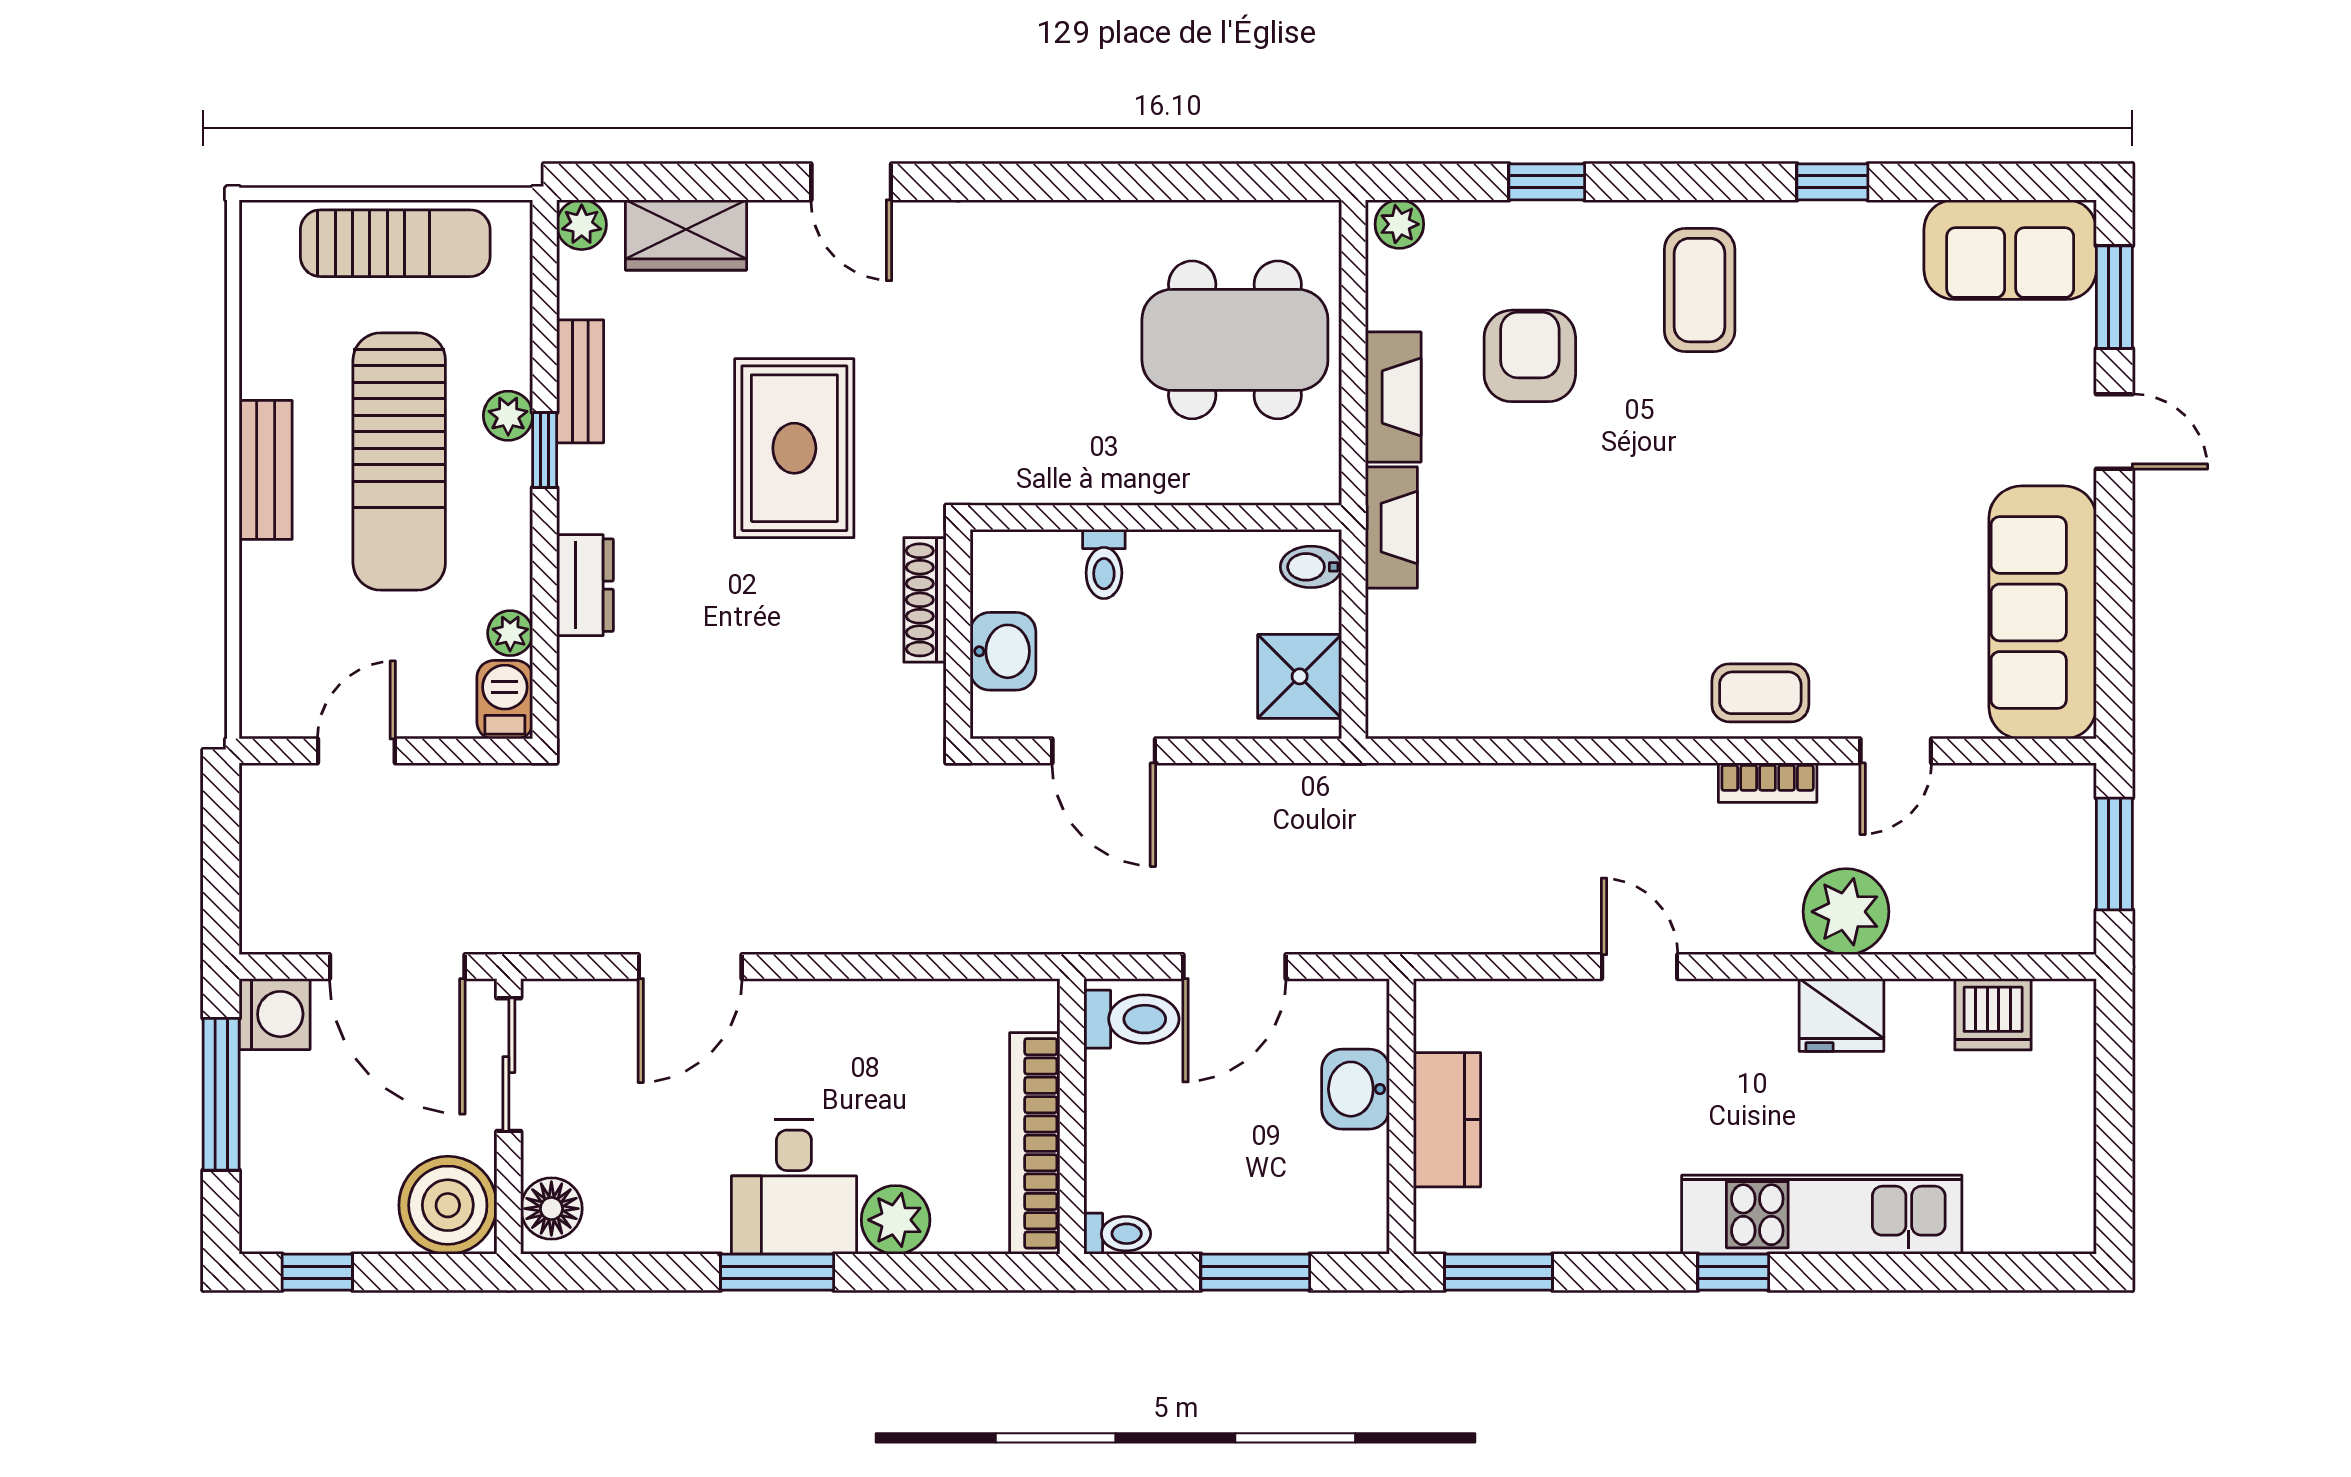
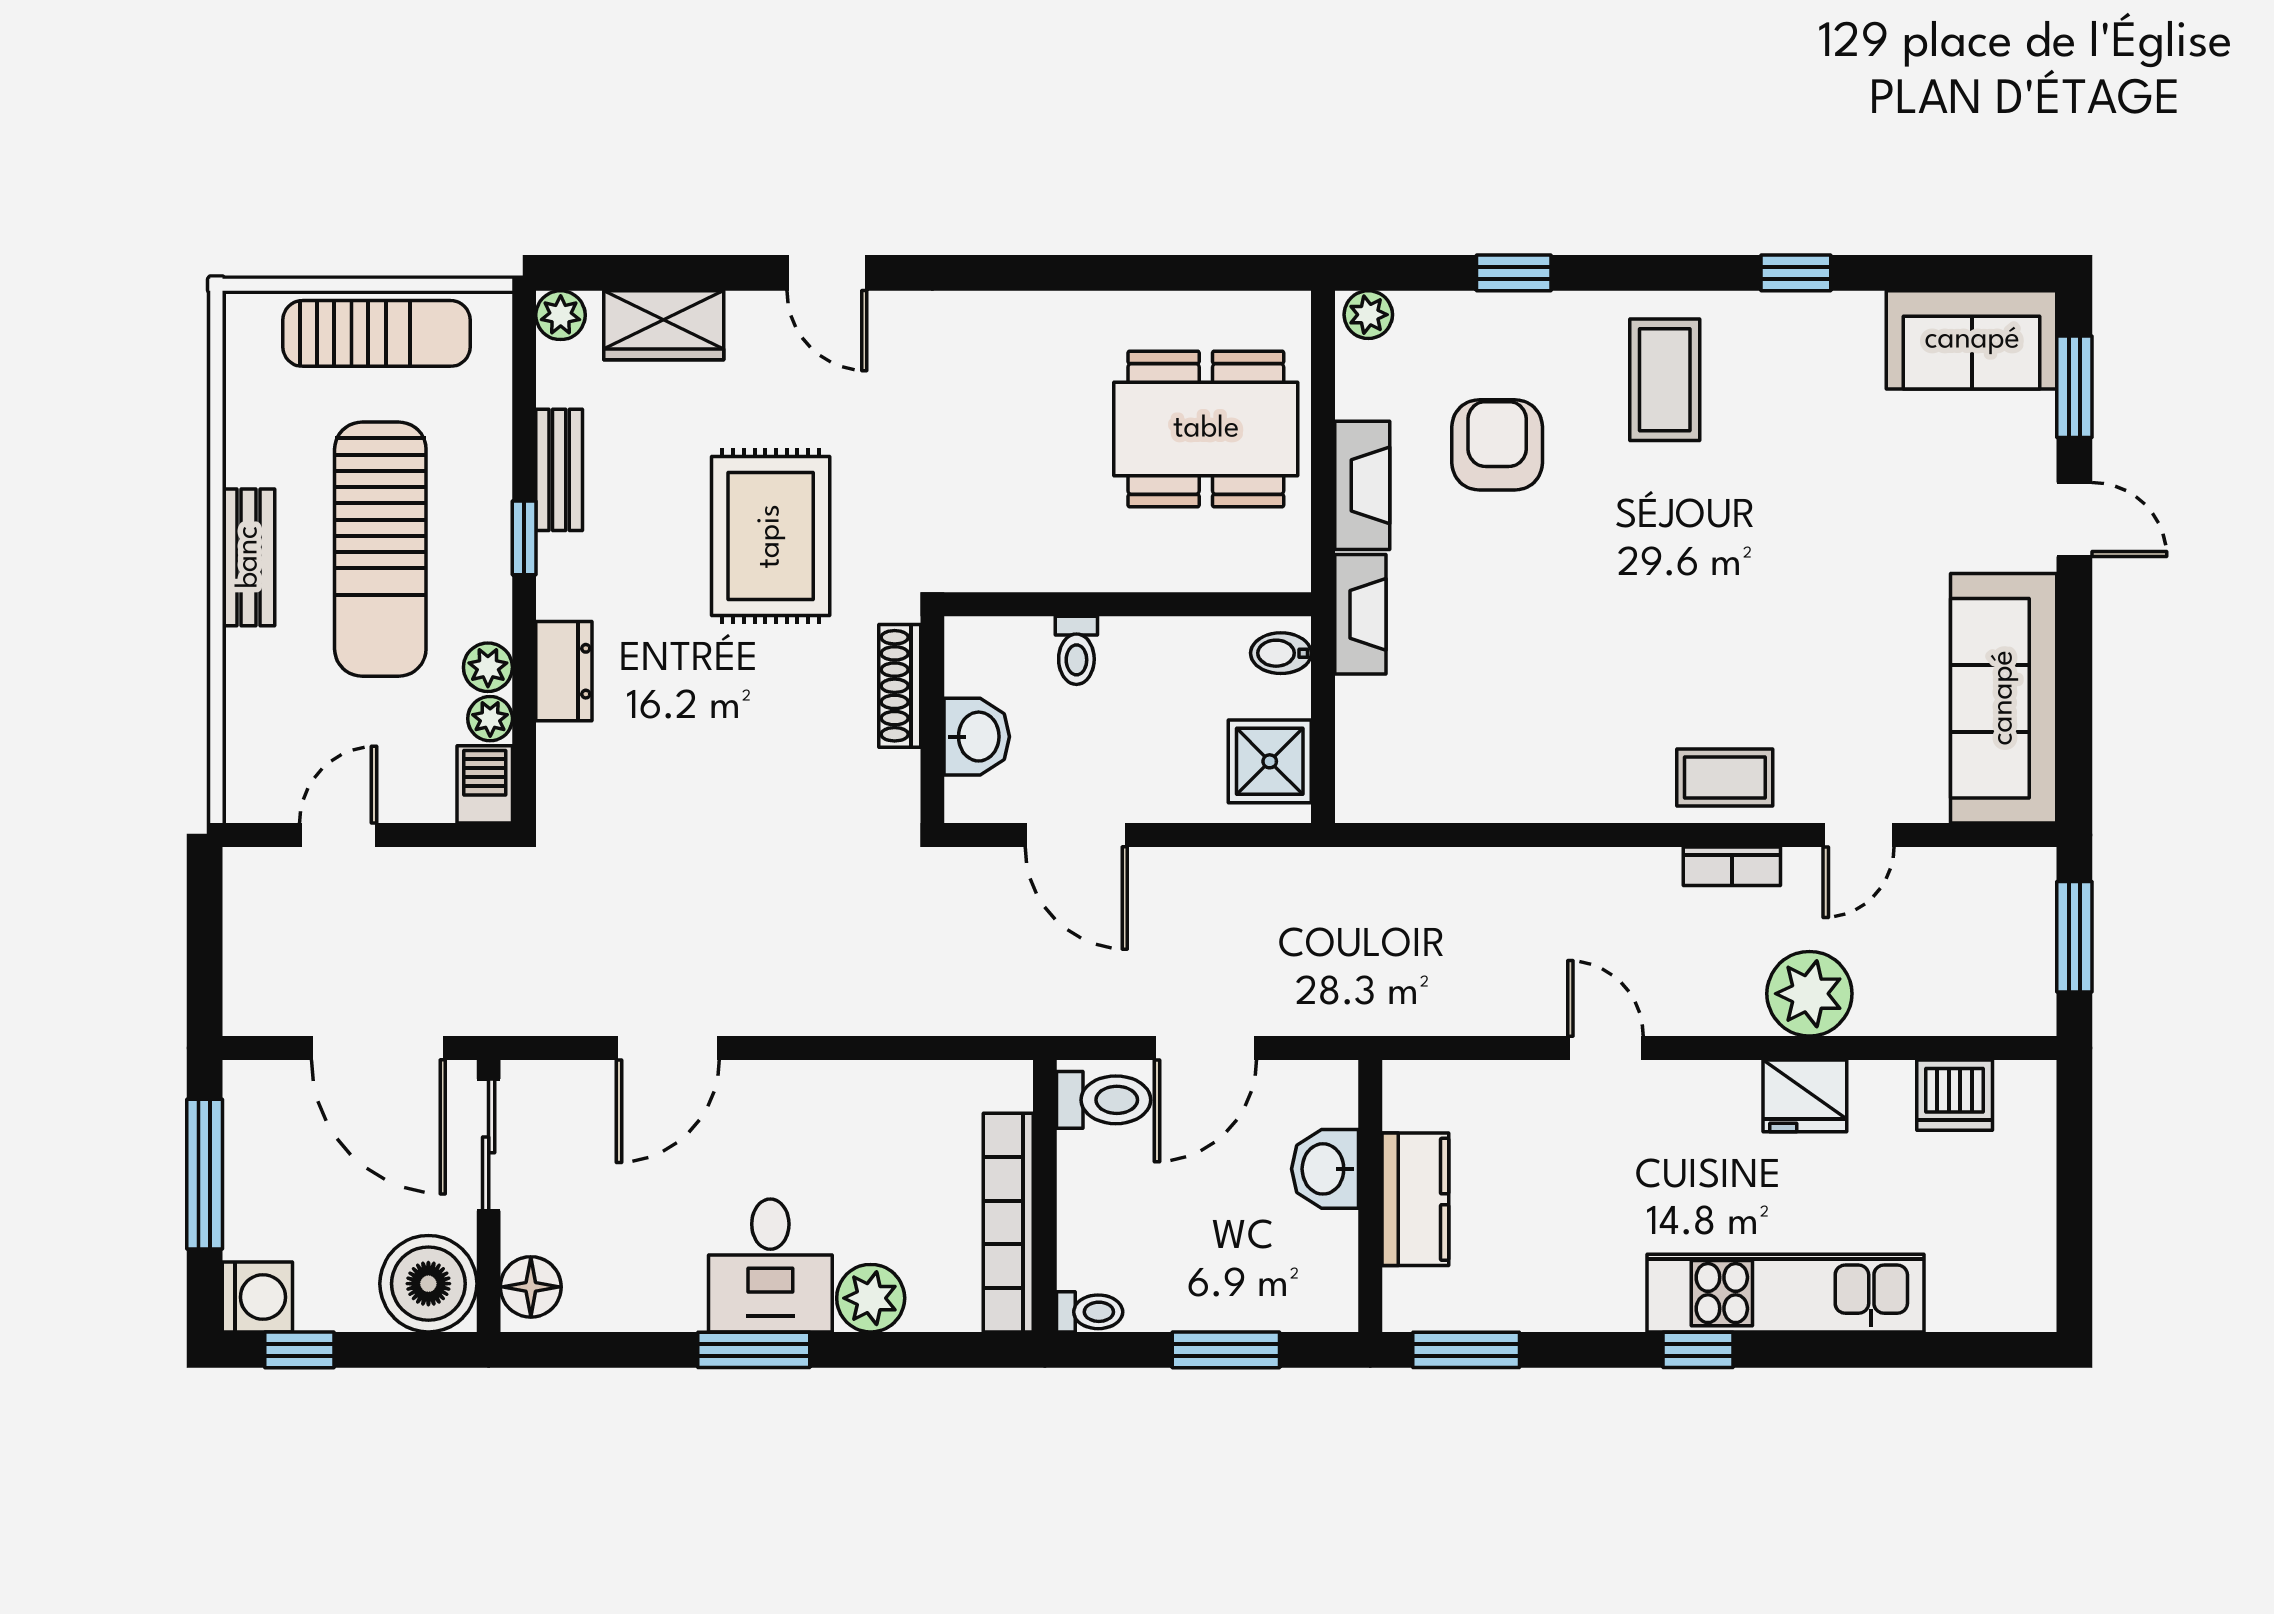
plant: (508, 416) -> (488, 667), moved
washing machine: (275, 1014) -> (257, 1297), moved

